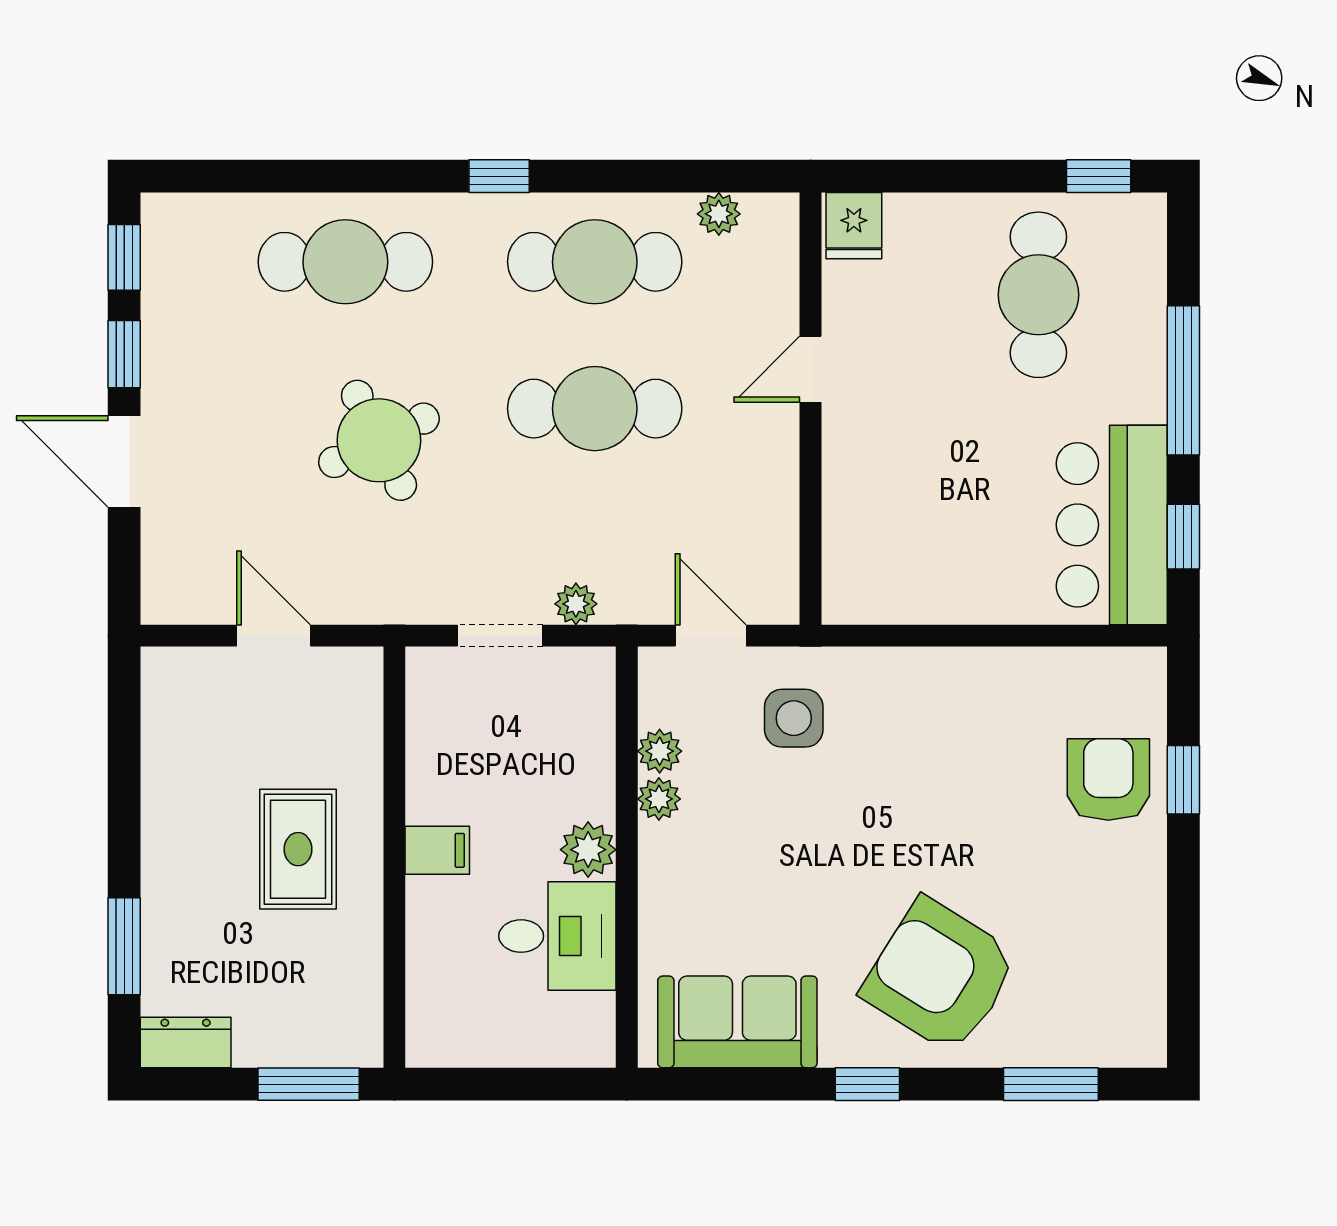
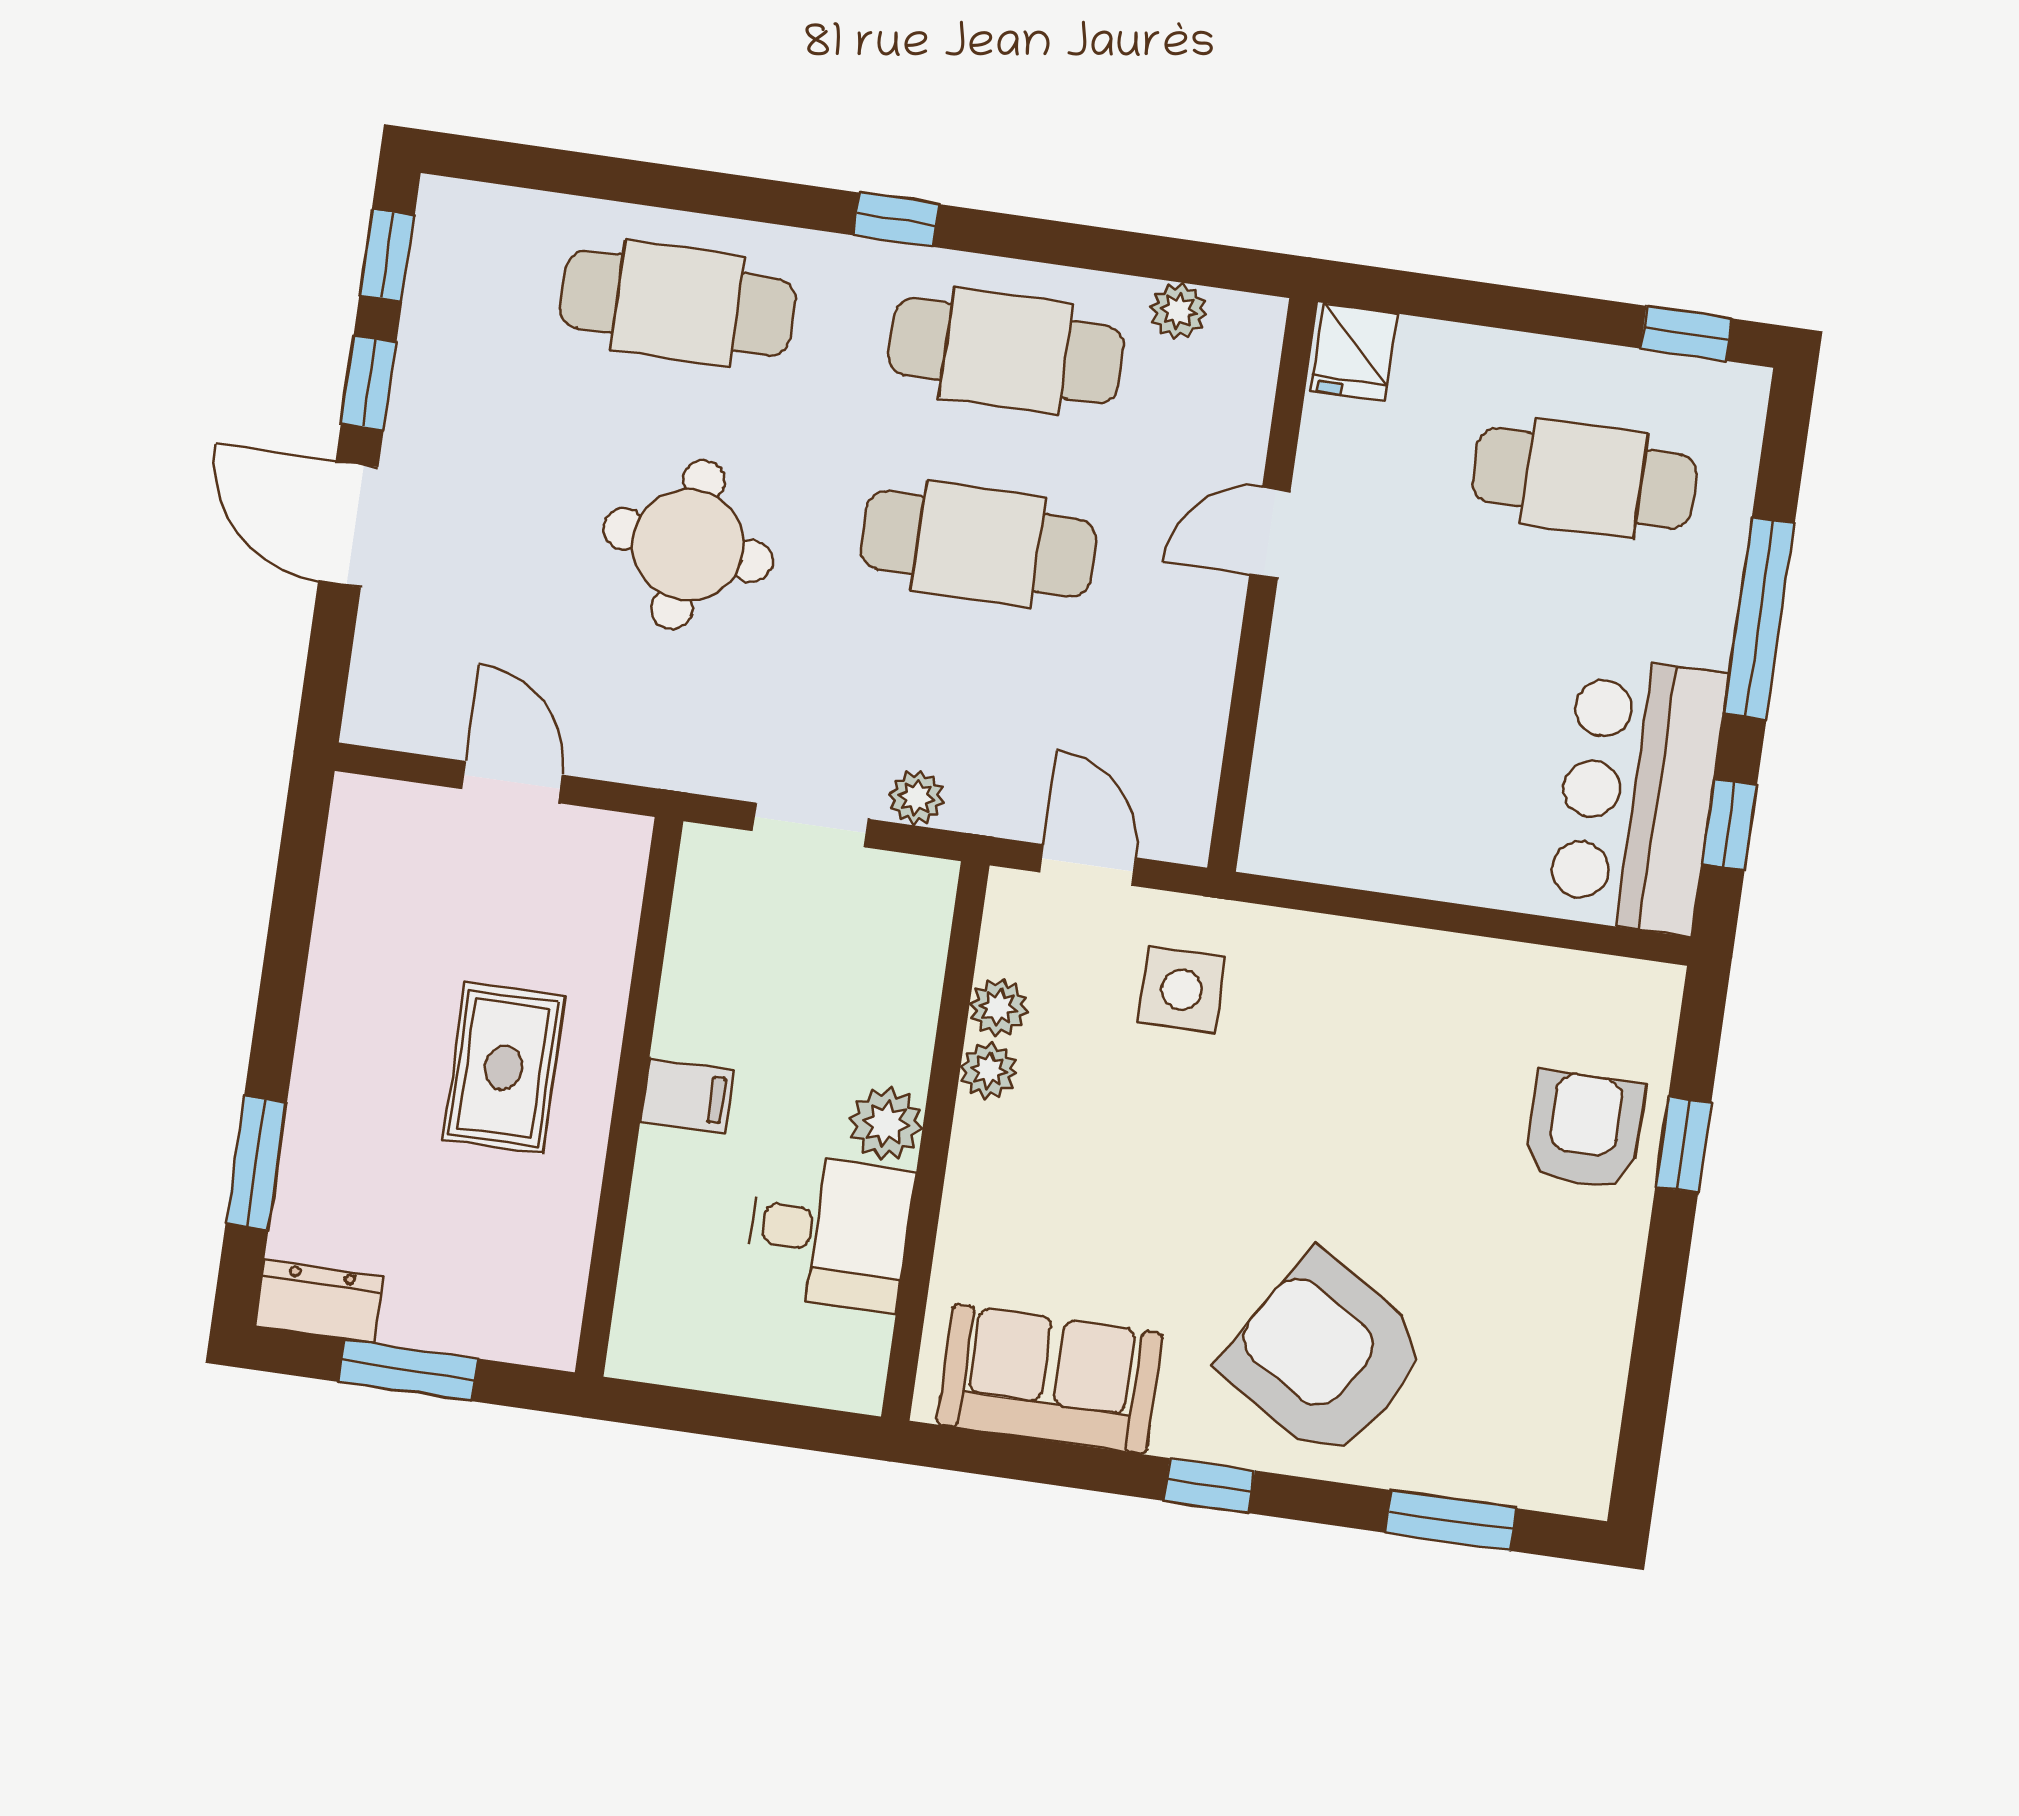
cafe table: (1038, 295) -> (1584, 478), turned 90
round table: (379, 440) -> (688, 545), turned 32
window: (309, 1084) -> (408, 1370), moved

